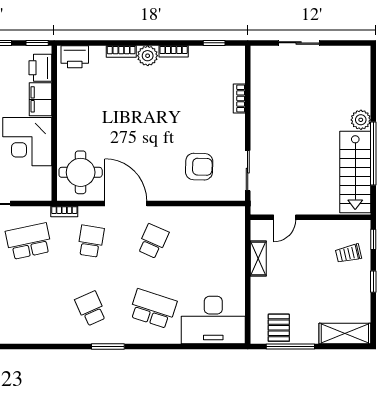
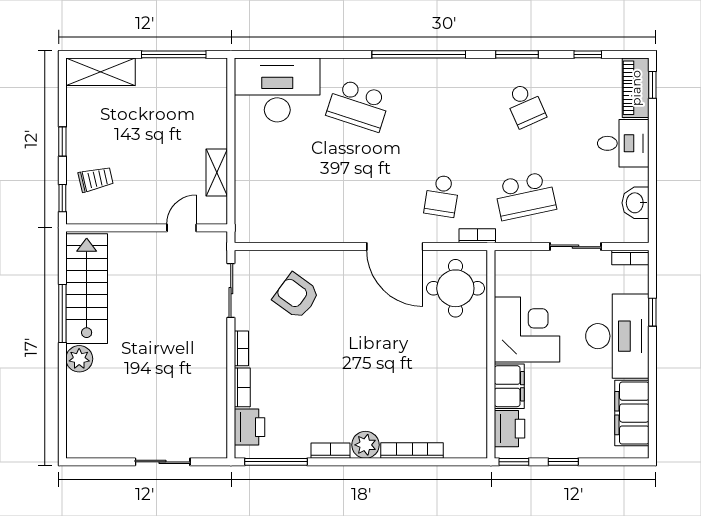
window: (214, 43) -> (276, 462), width x2.17
bookcase: (121, 52) -> (412, 450), width x1.56
printer: (75, 57) -> (249, 427), moved, turned 90
bookcase: (240, 128) -> (241, 348), added
window: (373, 154) -> (62, 313), width x0.68
armchair: (199, 167) -> (296, 296), turned 34
school desk: (153, 241) -> (358, 196), removed
school desk: (91, 309) -> (525, 105), moved
pallet: (279, 328) -> (189, 80), removed
window: (35, 346) -> (517, 54), added
window: (108, 346) -> (419, 54), width x2.11

